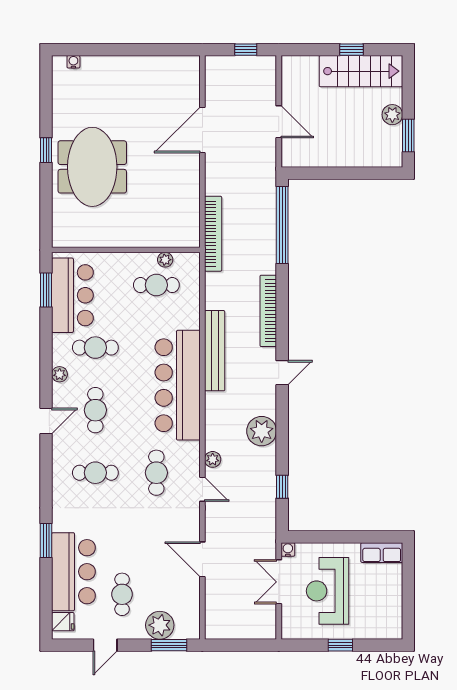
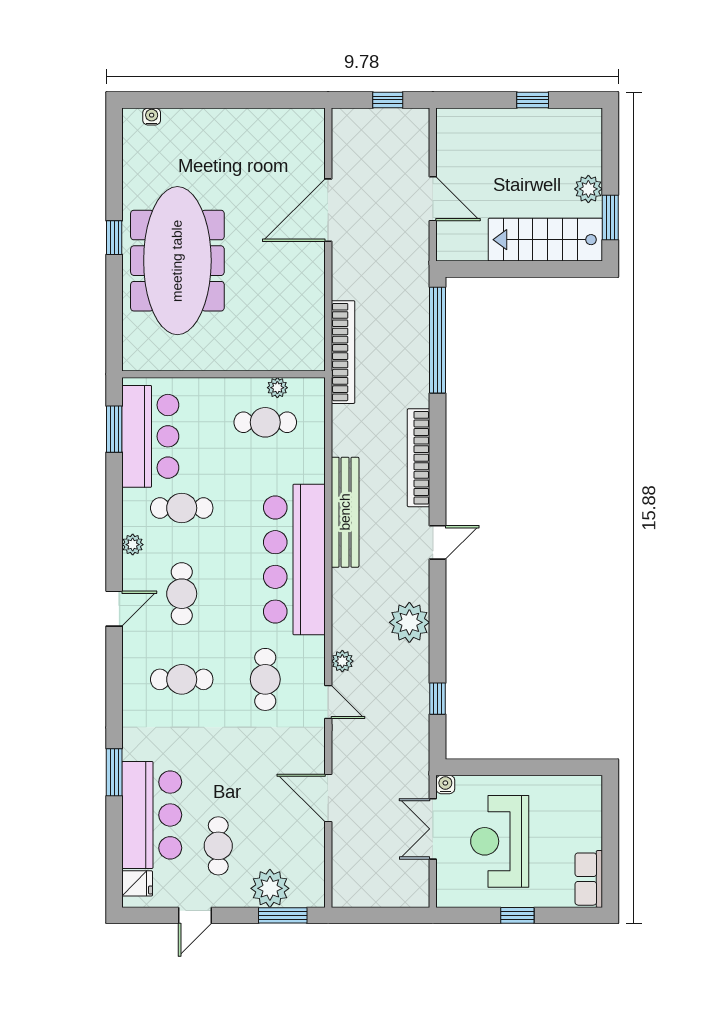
stairs: (361, 71) -> (545, 240), moved, turned 180
meeting table: (92, 167) -> (177, 261), width x1.36
row of seats: (382, 553) -> (589, 879), moved, turned 90

